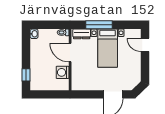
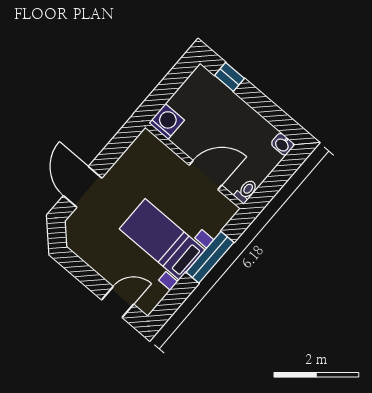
dresser: (82, 34) -> (219, 218), removed
washing machine: (63, 72) -> (167, 122), moved

